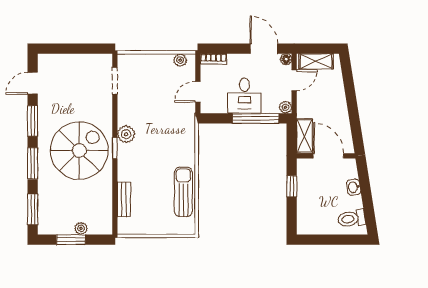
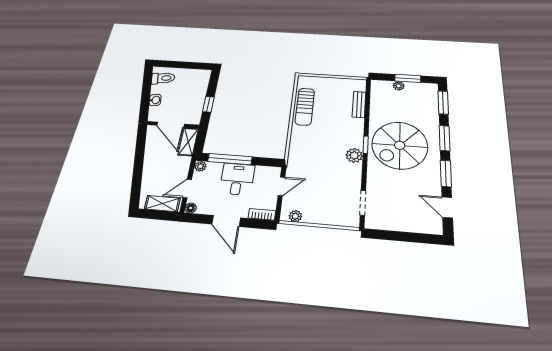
door: (264, 49) -> (226, 221), moved
door: (33, 83) -> (447, 207), swing flipped

